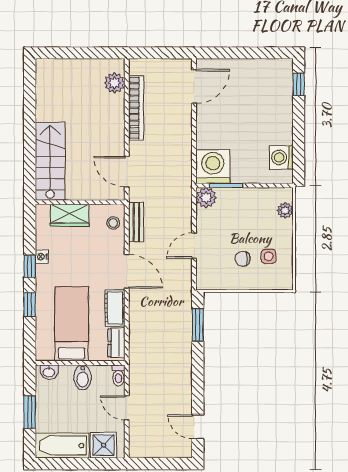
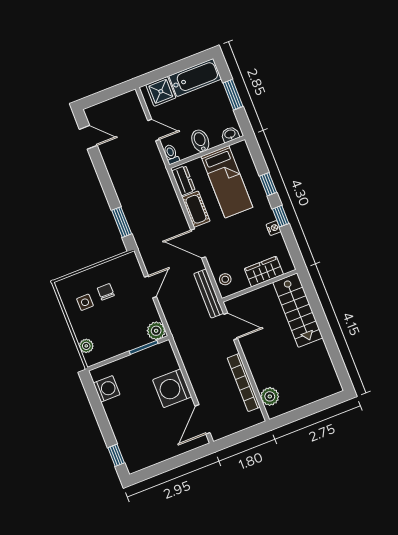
washing machine: (213, 167) -> (172, 388), moved, turned 90
bench: (136, 222) -> (209, 294), width x1.36
chair: (243, 259) -> (106, 292), turned -90

